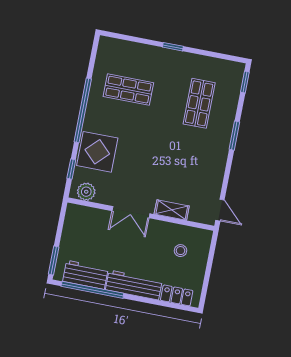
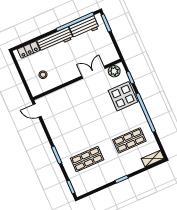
shop shelf: (199, 103) -> (87, 159), turned 90
shelving: (172, 210) -> (153, 159), moved
double door: (131, 212) -> (93, 72), moved

